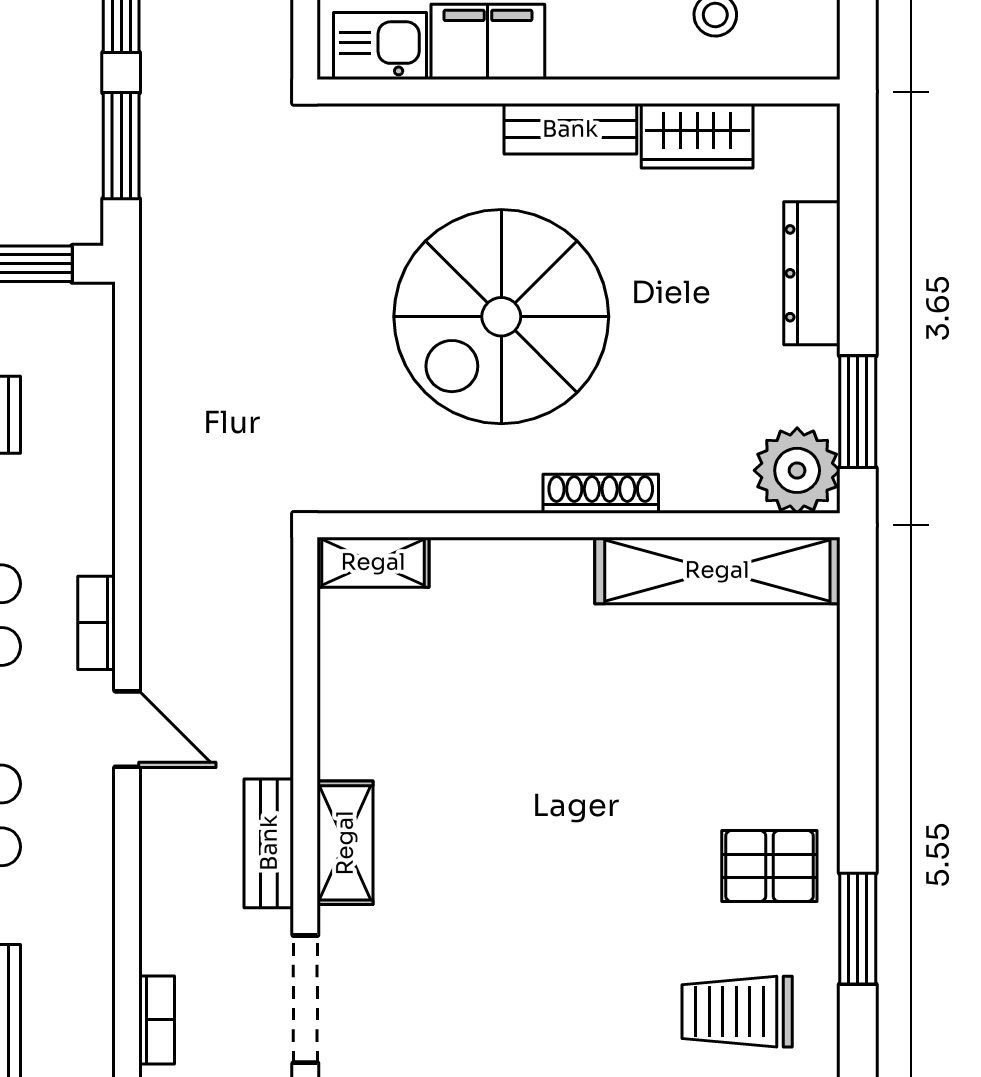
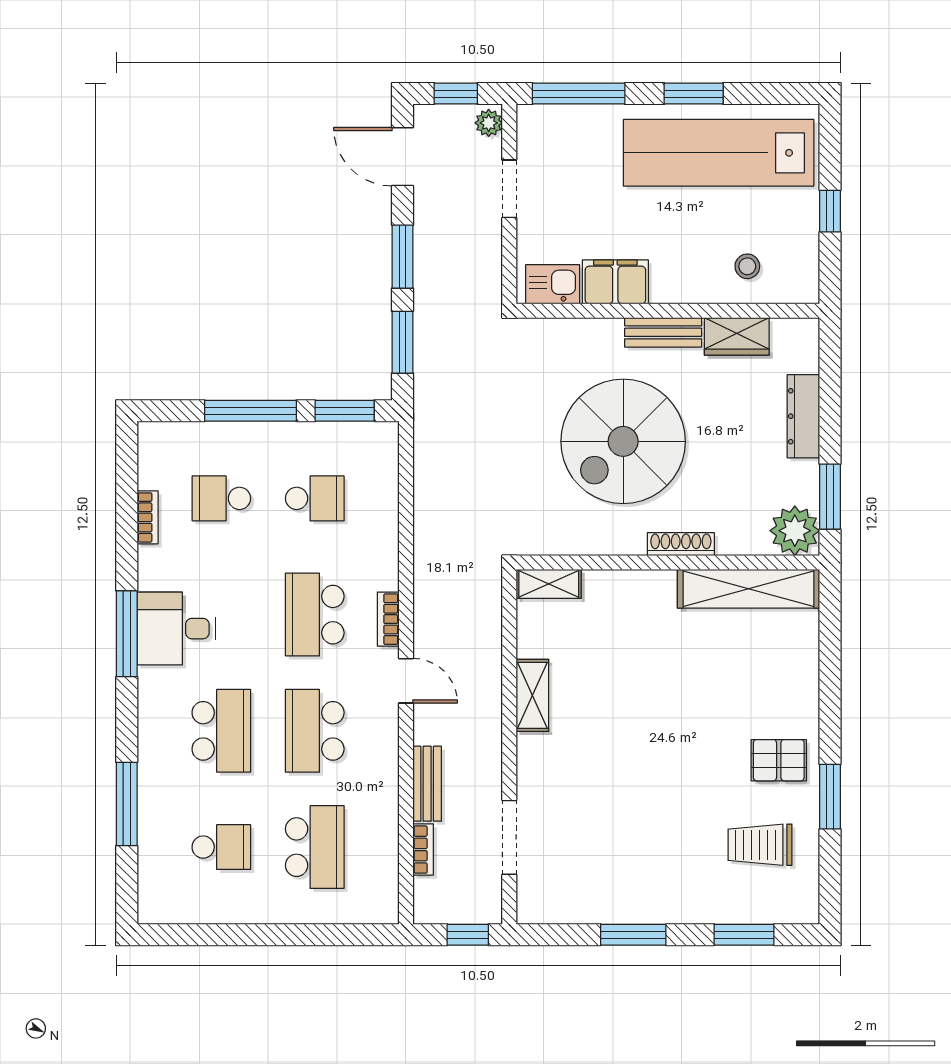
bench: (269, 843) -> (427, 784), moved
shelving: (345, 843) -> (532, 695), moved

